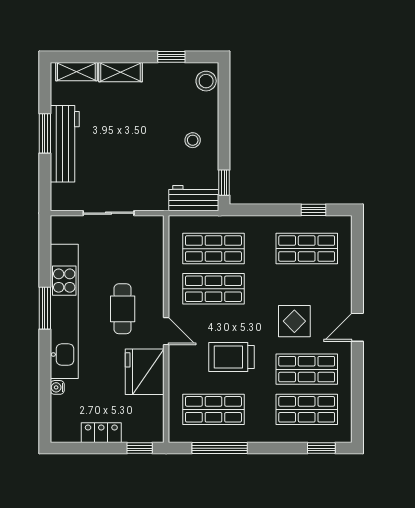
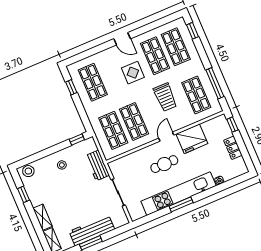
workbench: (194, 198) -> (97, 166), moved

